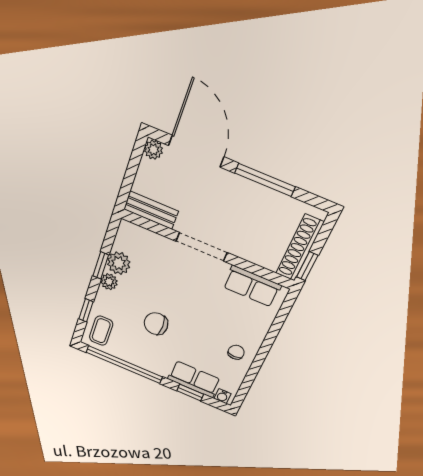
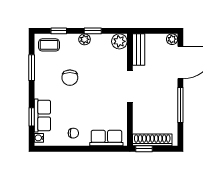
plant: (119, 263) -> (119, 41), moved
row of seats: (252, 286) -> (106, 138), moved, turned 90
chair: (156, 324) -> (70, 78), turned 180
window: (124, 365) -> (32, 68), width x0.47

